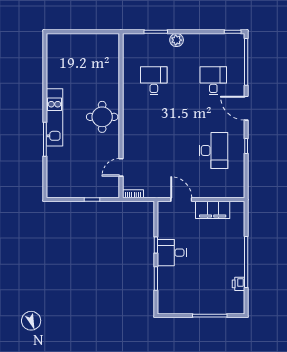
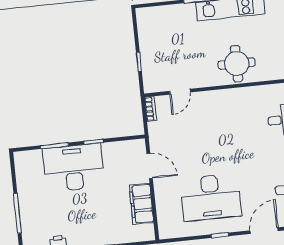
desk: (213, 150) -> (211, 197), width x1.36, depth x1.30
door: (121, 167) -> (180, 92), swing flipped
door: (181, 200) -> (150, 166), hinge flipped
desk: (172, 253) -> (73, 168), width x1.87, depth x1.30

